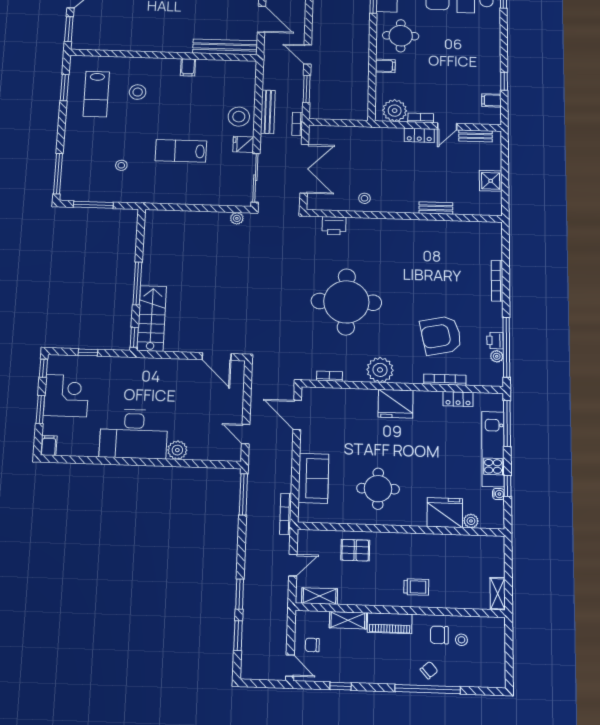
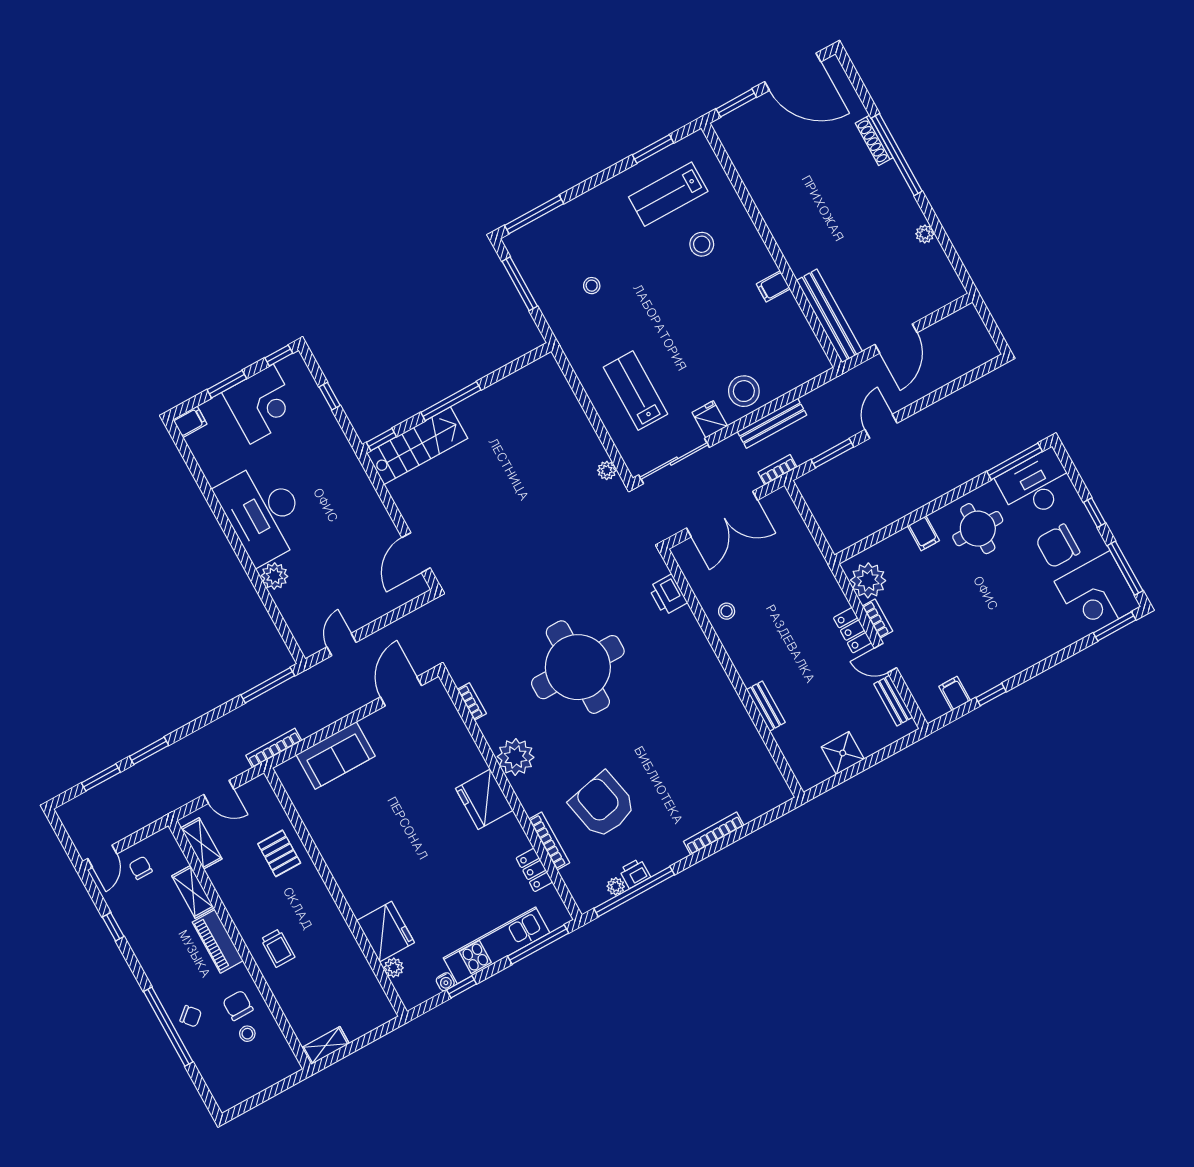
lab bench: (181, 151) -> (636, 391), moved
round table: (378, 489) -> (368, 838), removed

